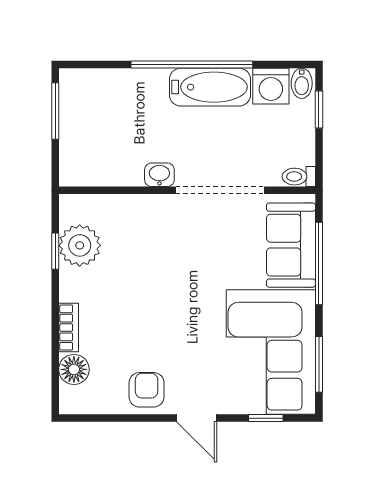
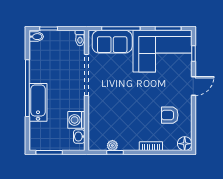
washing machine: (271, 86) -> (76, 120), moved, turned 180
bathtub: (210, 87) -> (38, 102), moved
washbasin: (159, 175) -> (79, 137), moved
plant: (80, 245) -> (112, 145), width x0.53, depth x0.53
floor lamp: (74, 369) -> (185, 144), moved
armchair: (147, 390) -> (170, 115), moved

